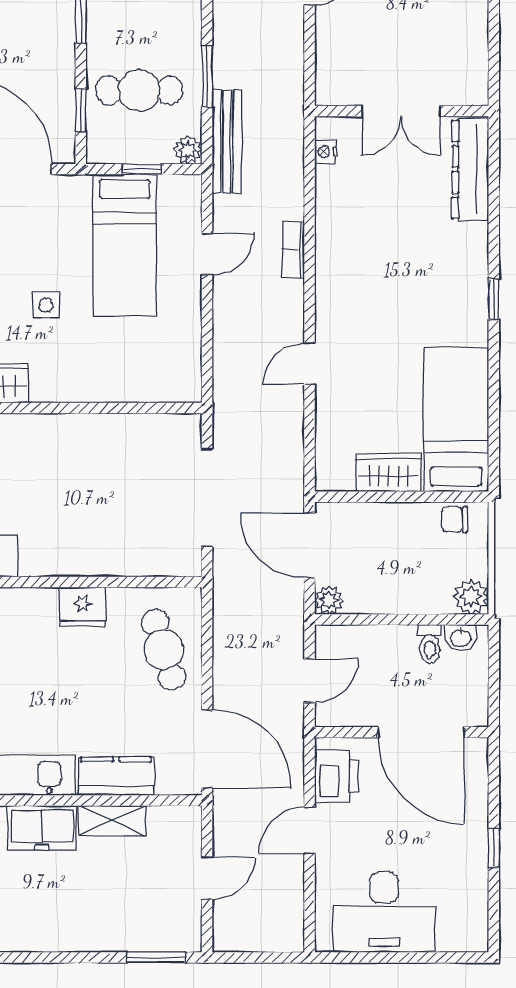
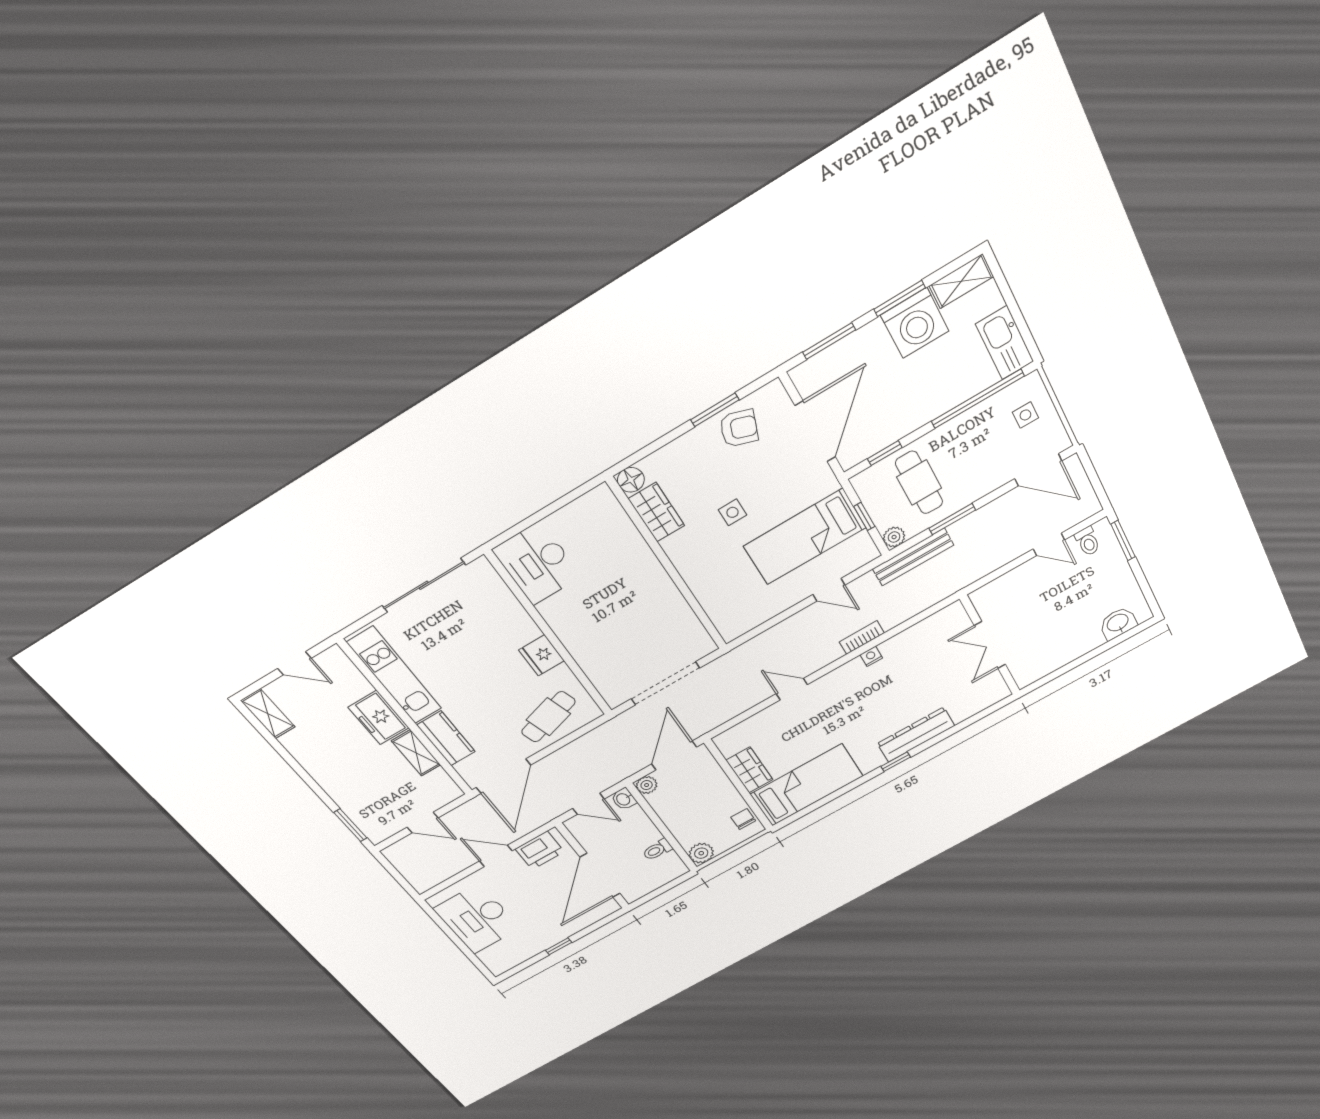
nightstand: (326, 152) -> (871, 656), moved
dresser: (470, 169) -> (916, 735), moved
washbasin: (460, 638) -> (624, 799), moved

